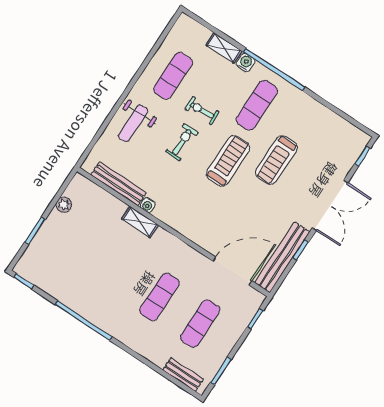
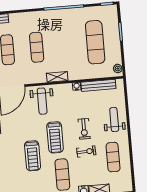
treadmill: (276, 160) -> (33, 156), turned 180
plant: (64, 205) -> (118, 69), moved
weight bench: (208, 221) -> (42, 101), added
shelving: (140, 222) -> (57, 77), moved
exercise mat: (79, 243) -> (95, 42), added

